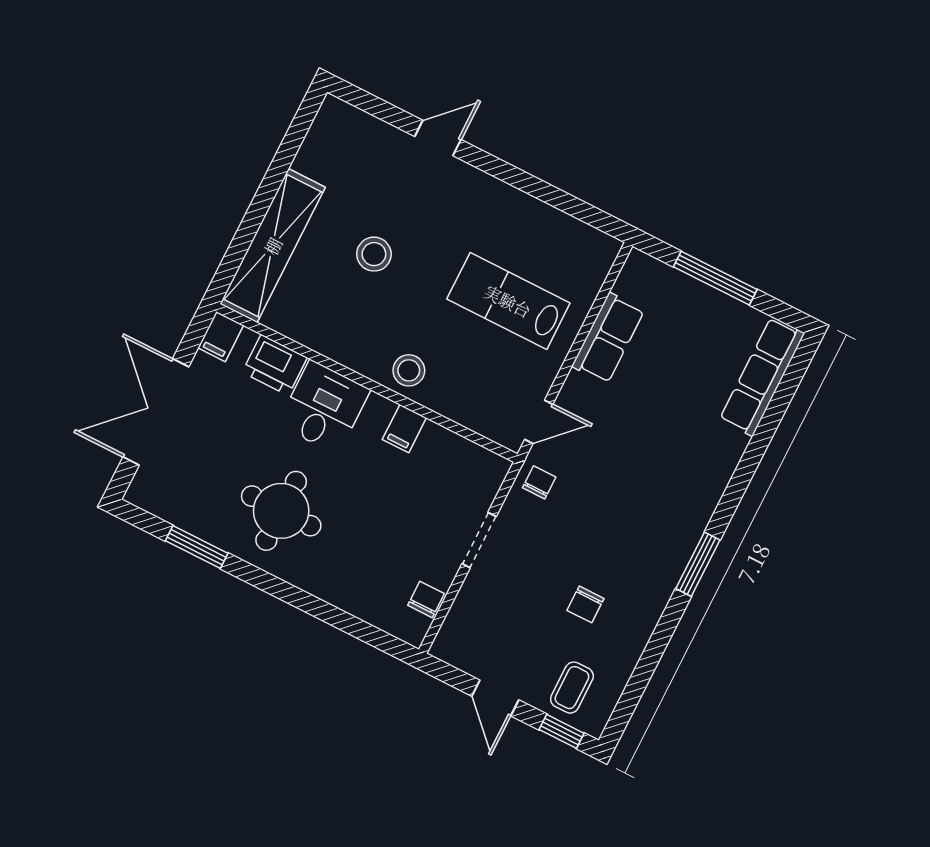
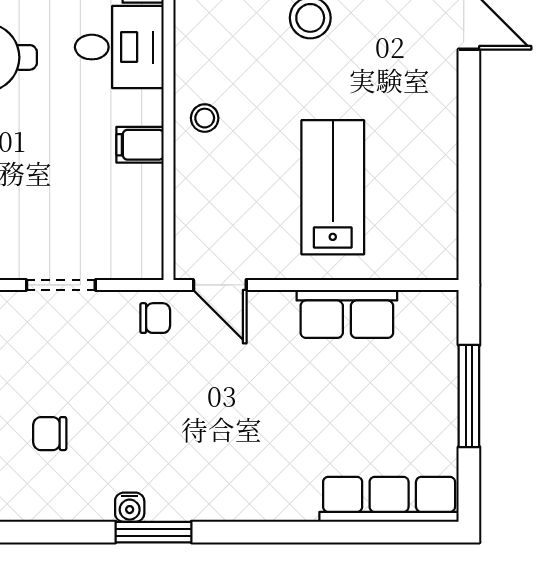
stool: (409, 370) -> (205, 118), width x0.73, depth x0.73
water cooler: (670, 573) -> (130, 507), added

